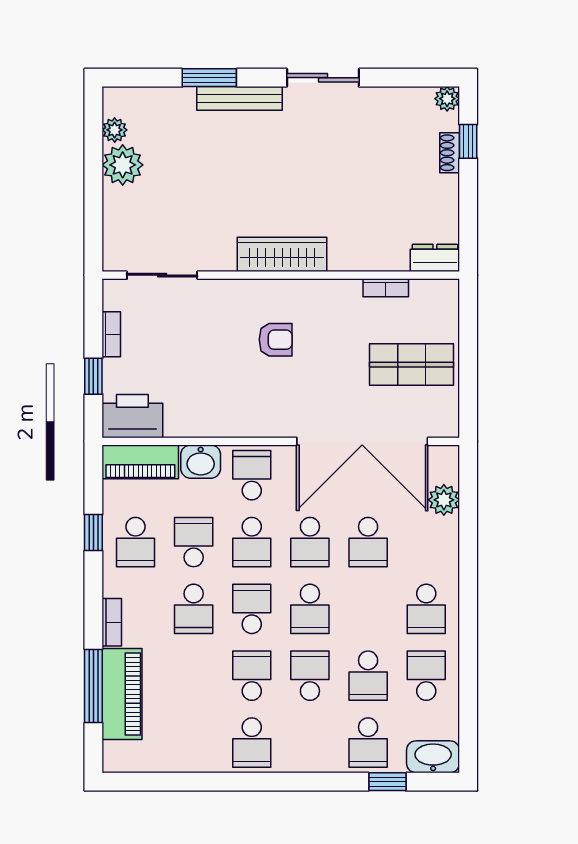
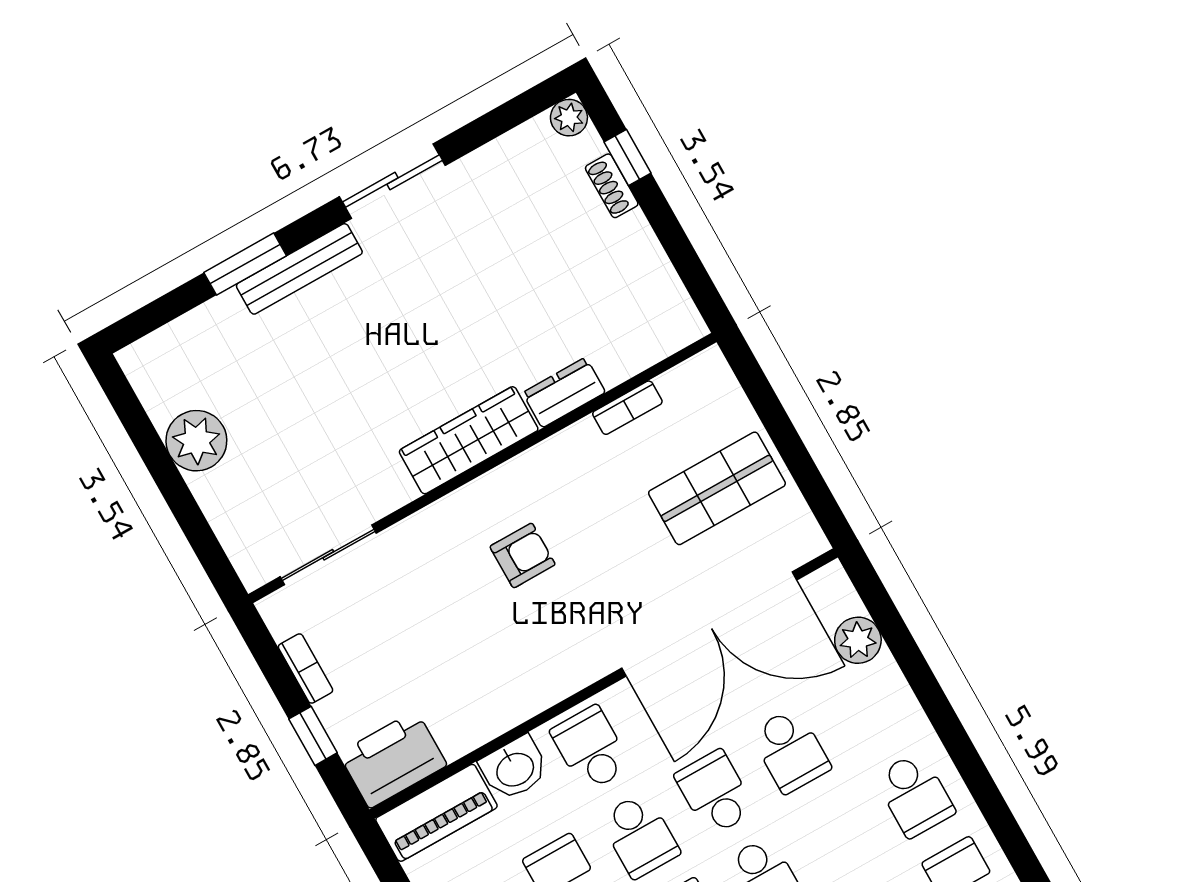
plant: (115, 130) -> (160, 401), removed
dresser: (435, 258) -> (564, 392), moved
school desk: (310, 542) -> (715, 793), turned 180

